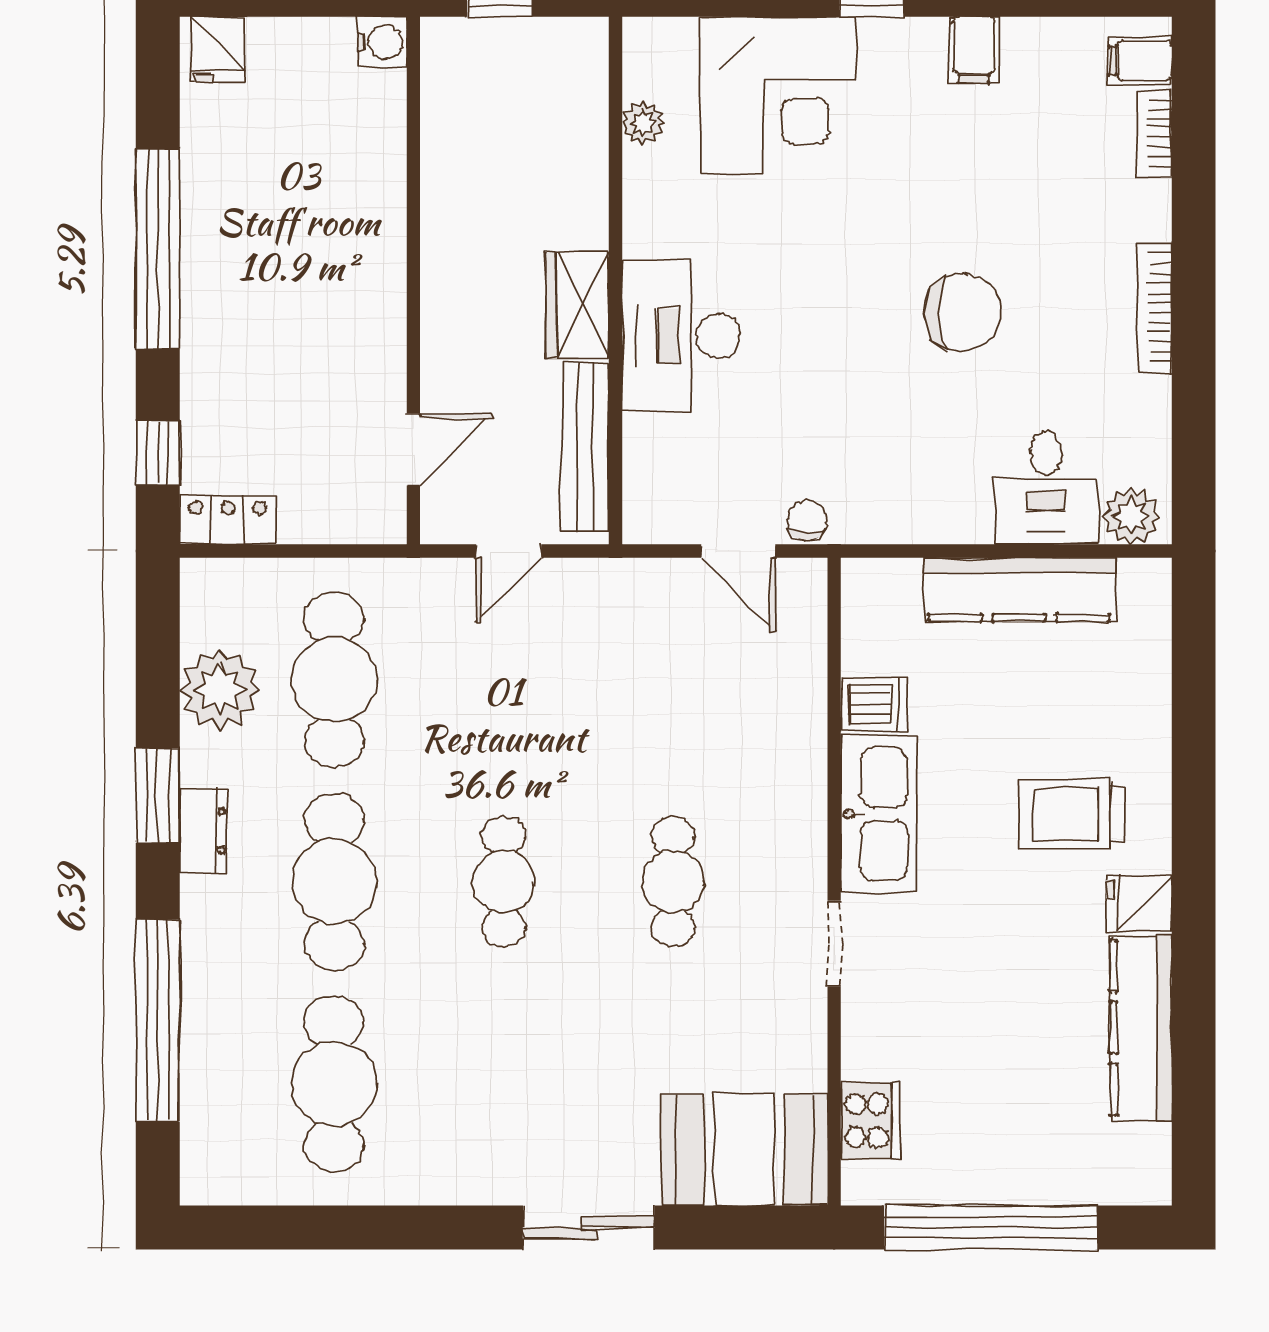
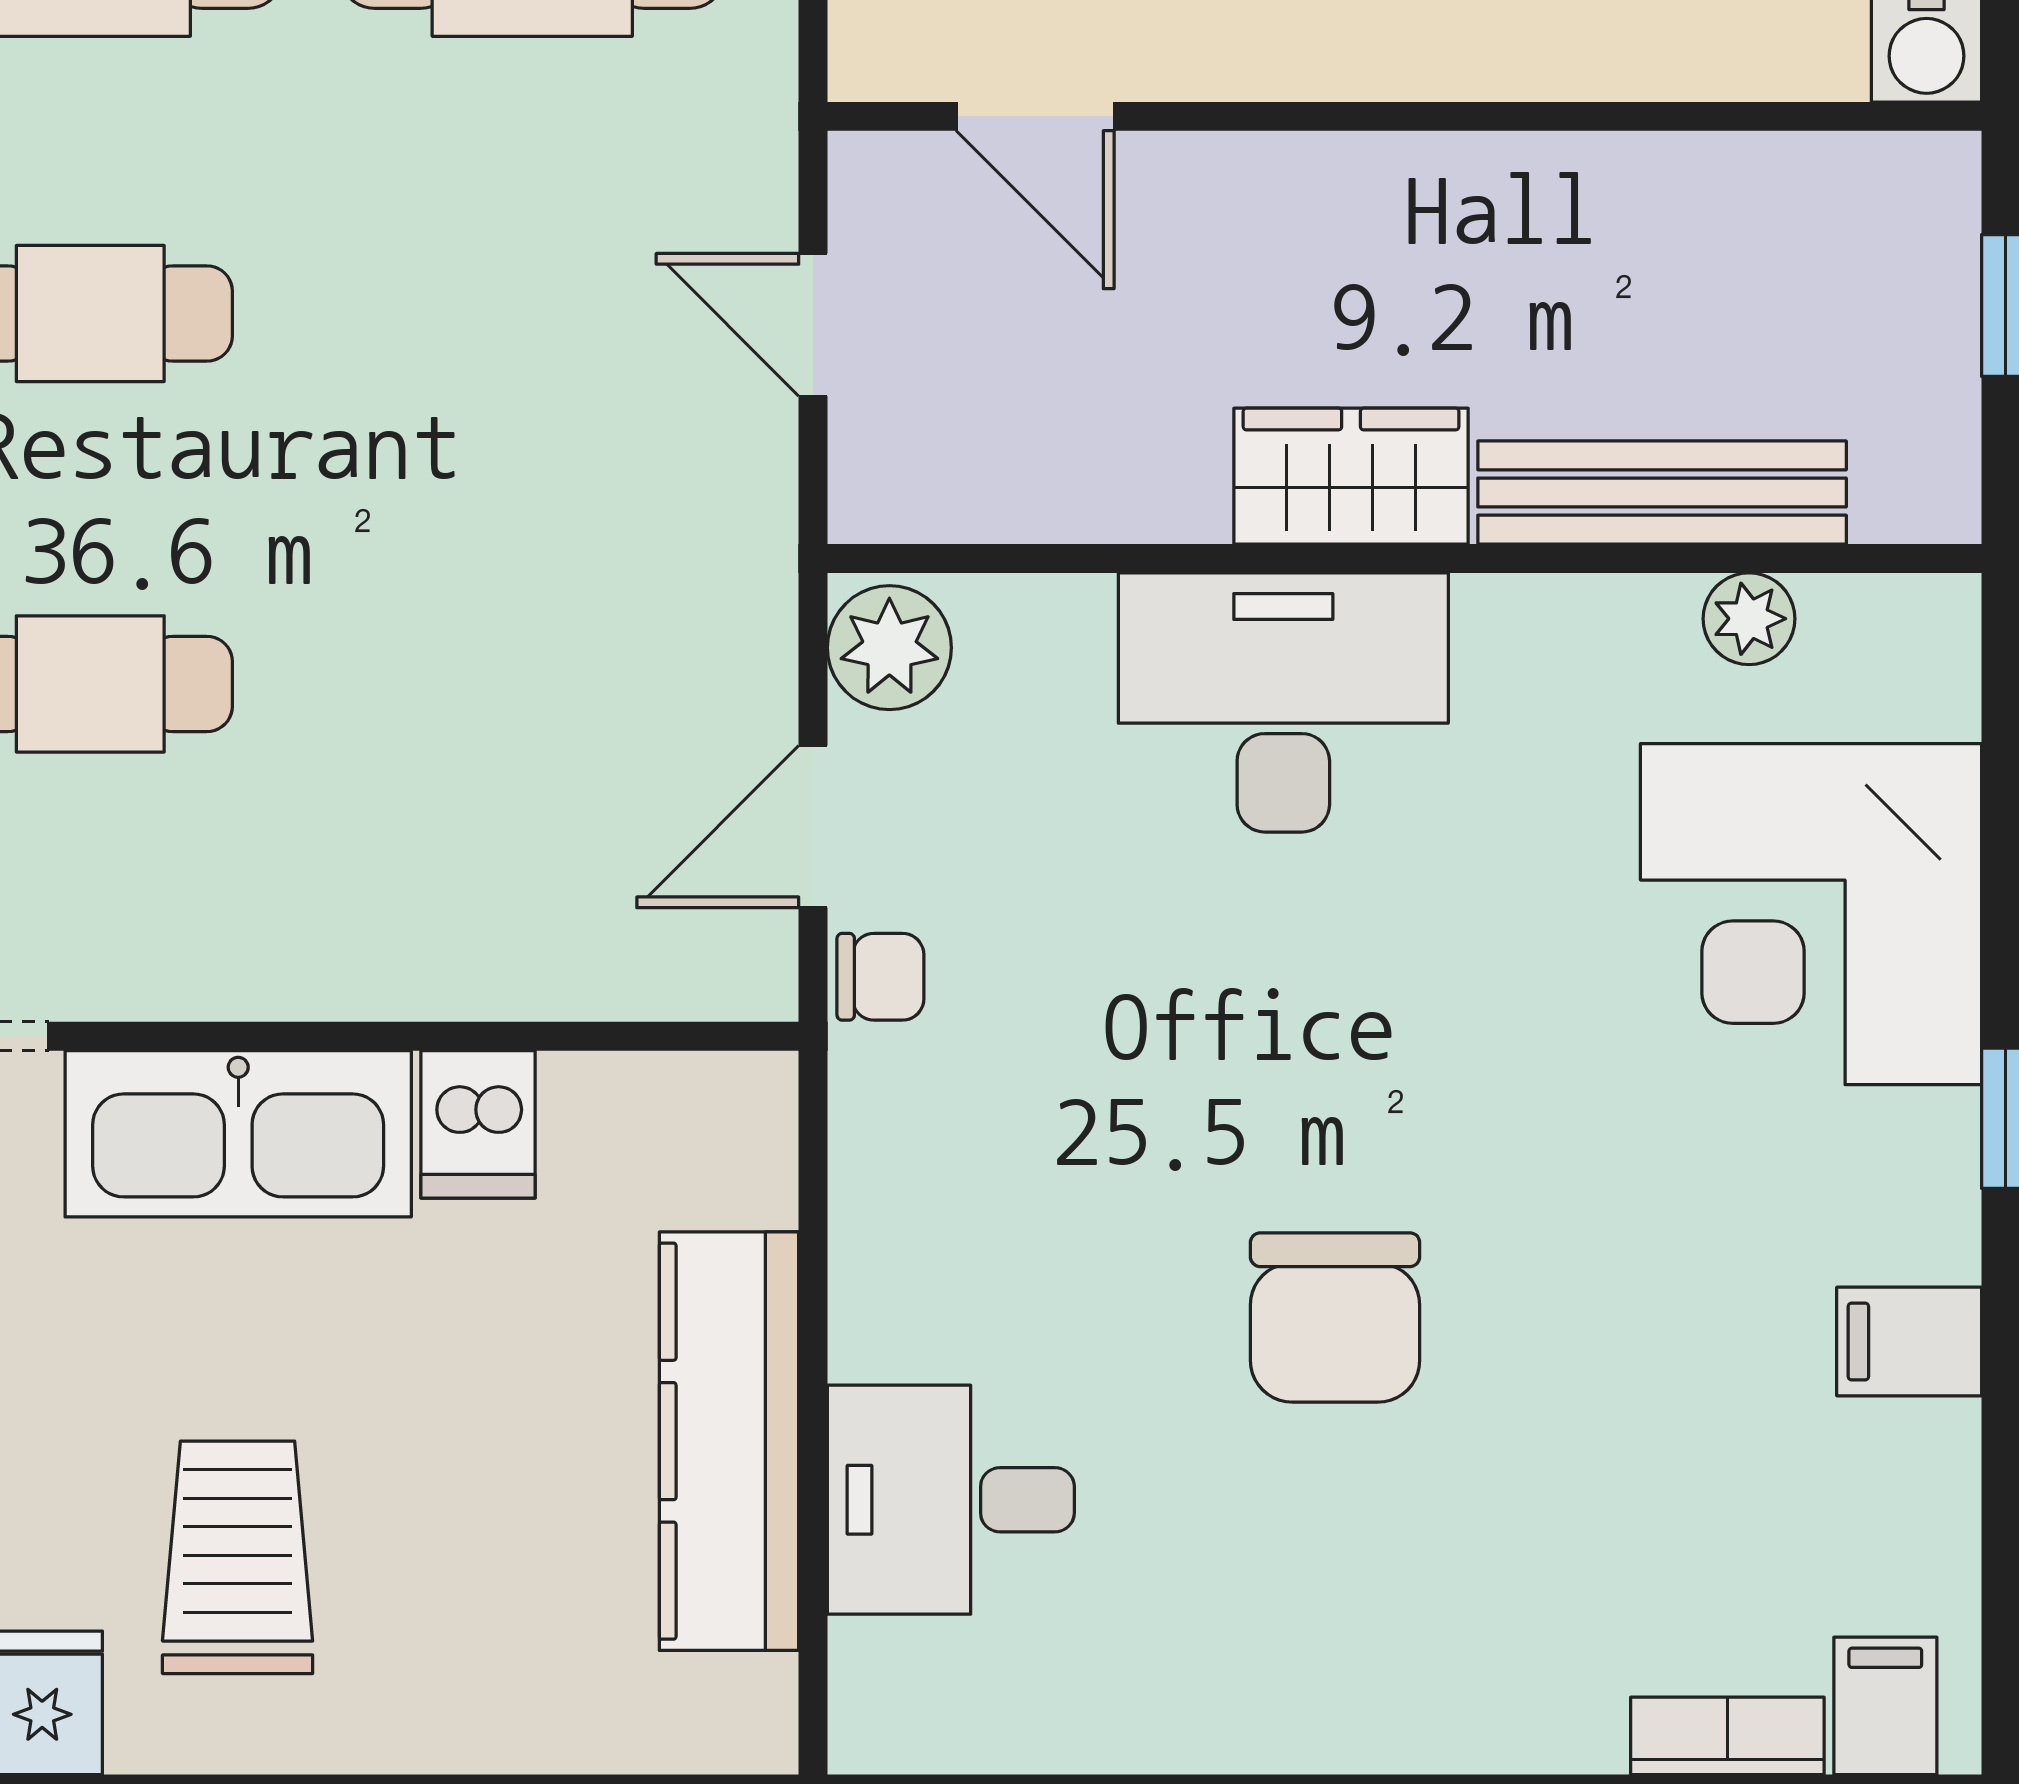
bookcase: (1155, 307) -> (1346, 1738), removed
bench: (585, 447) -> (1662, 493), moved
plant: (1131, 516) -> (889, 648), moved

